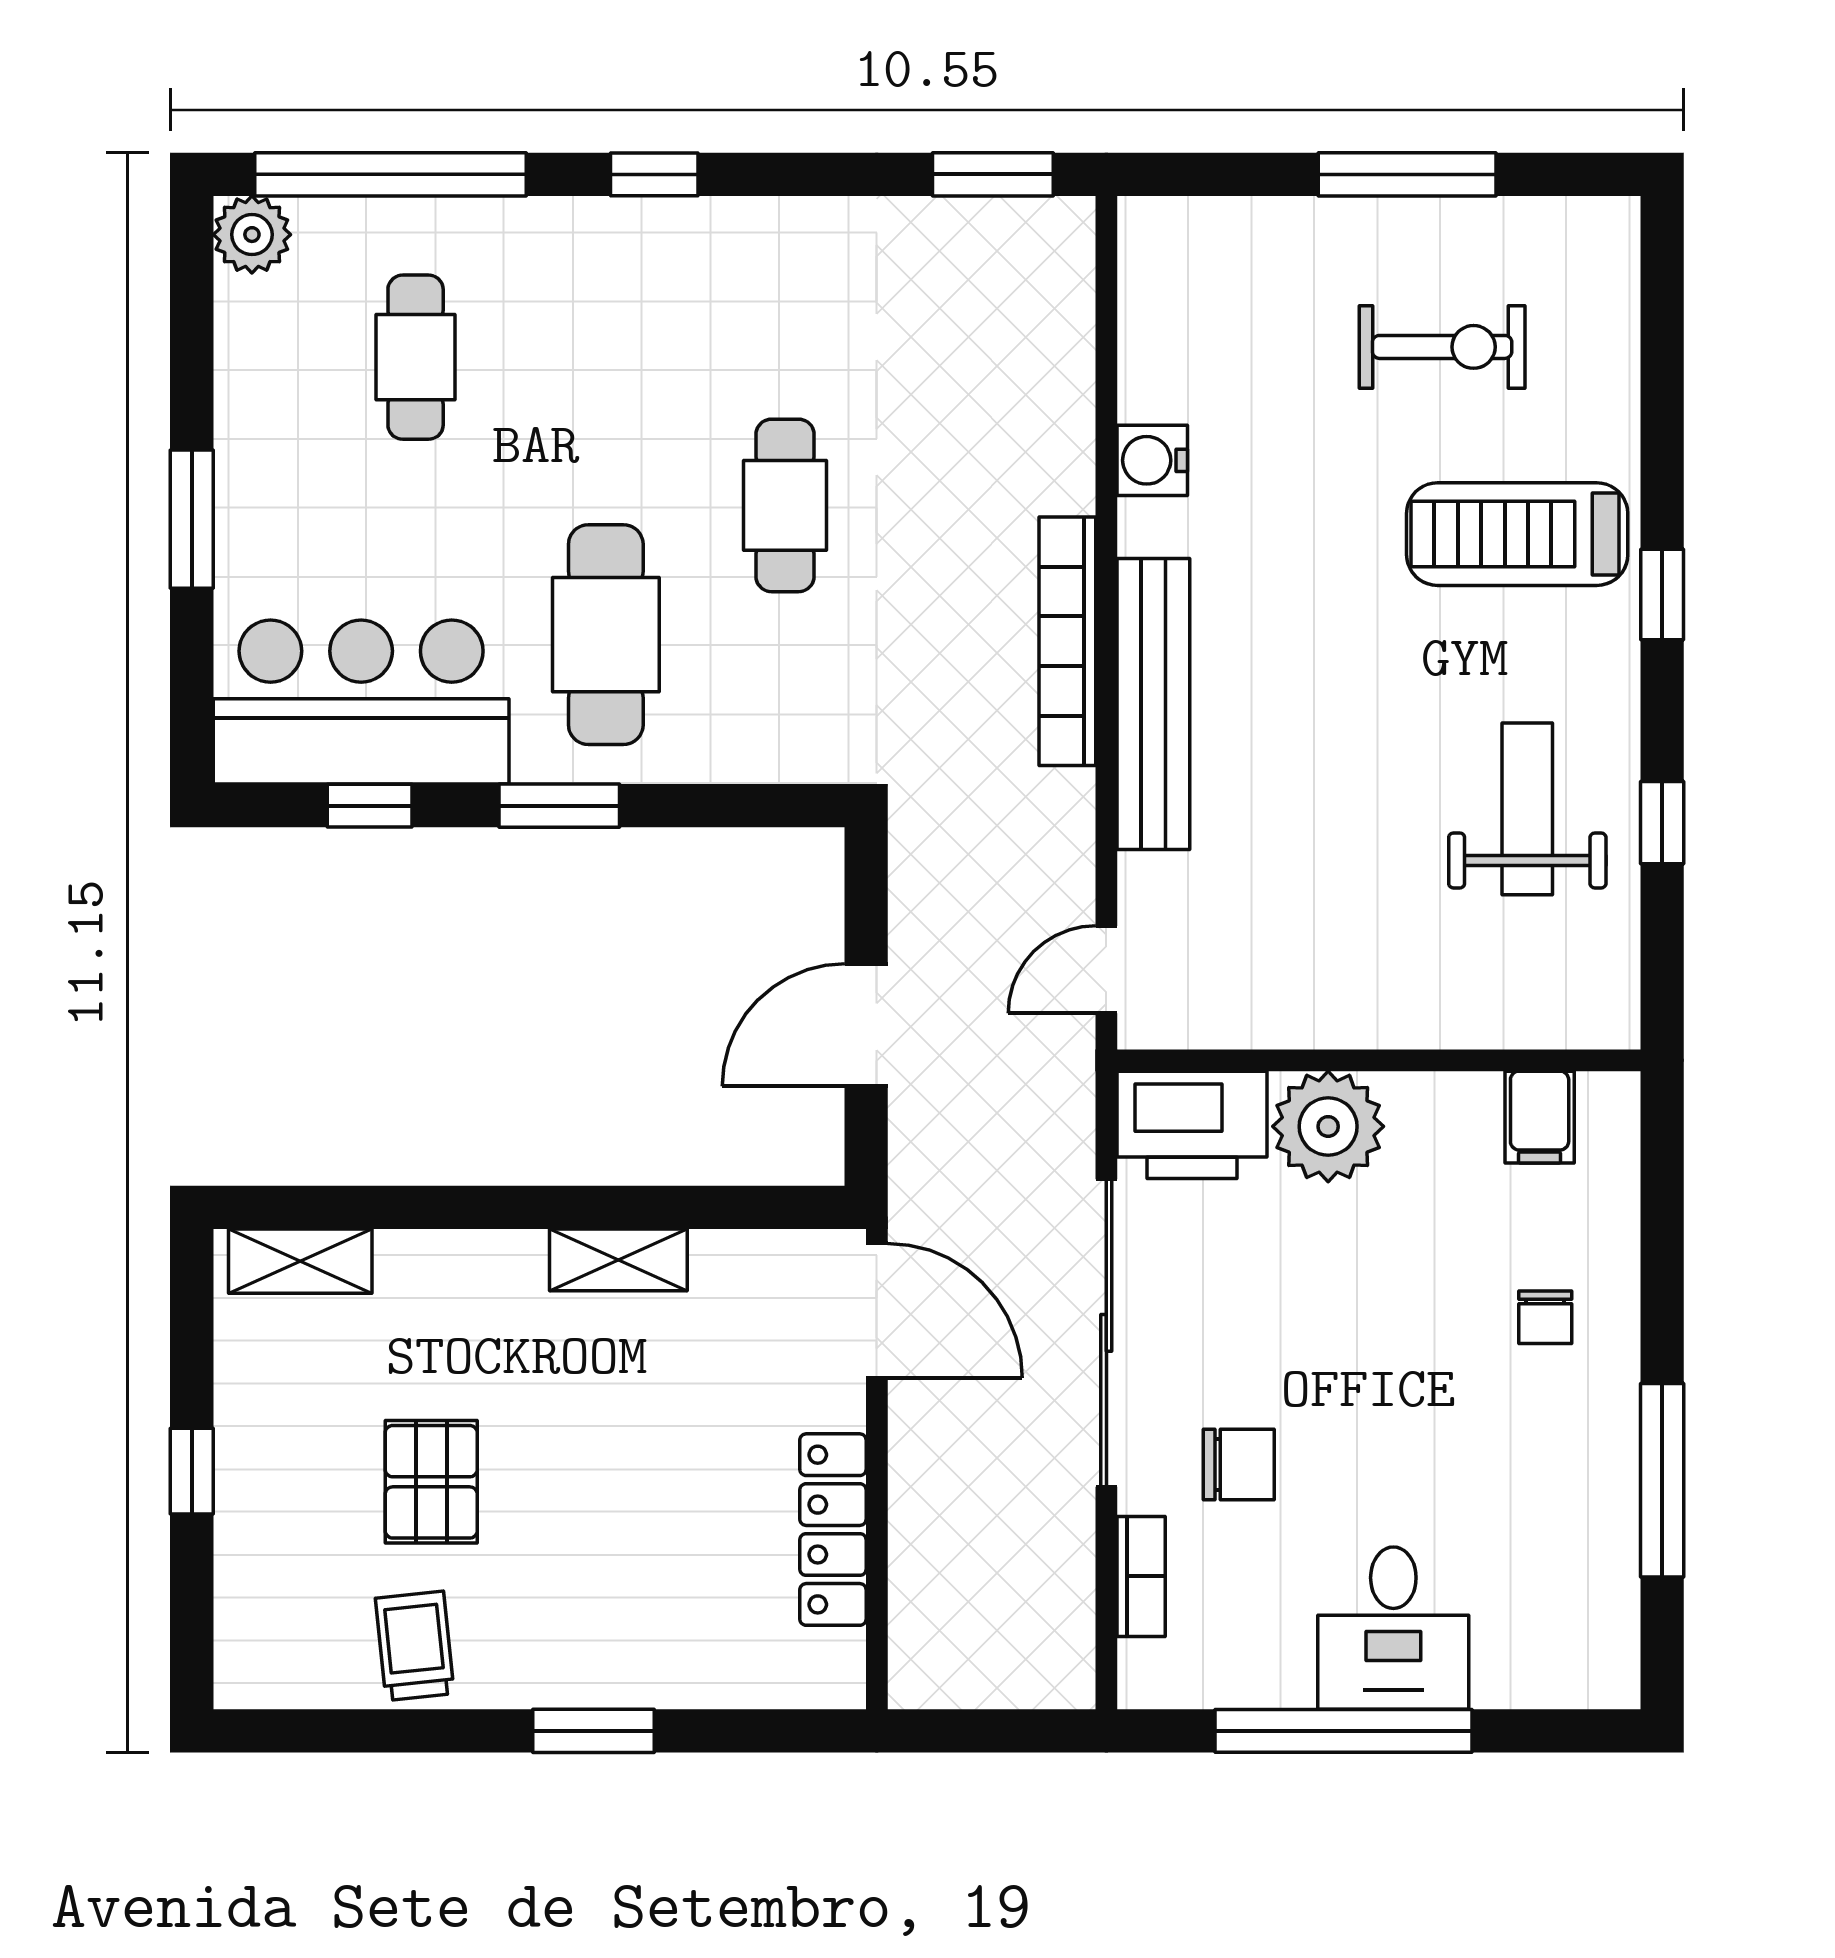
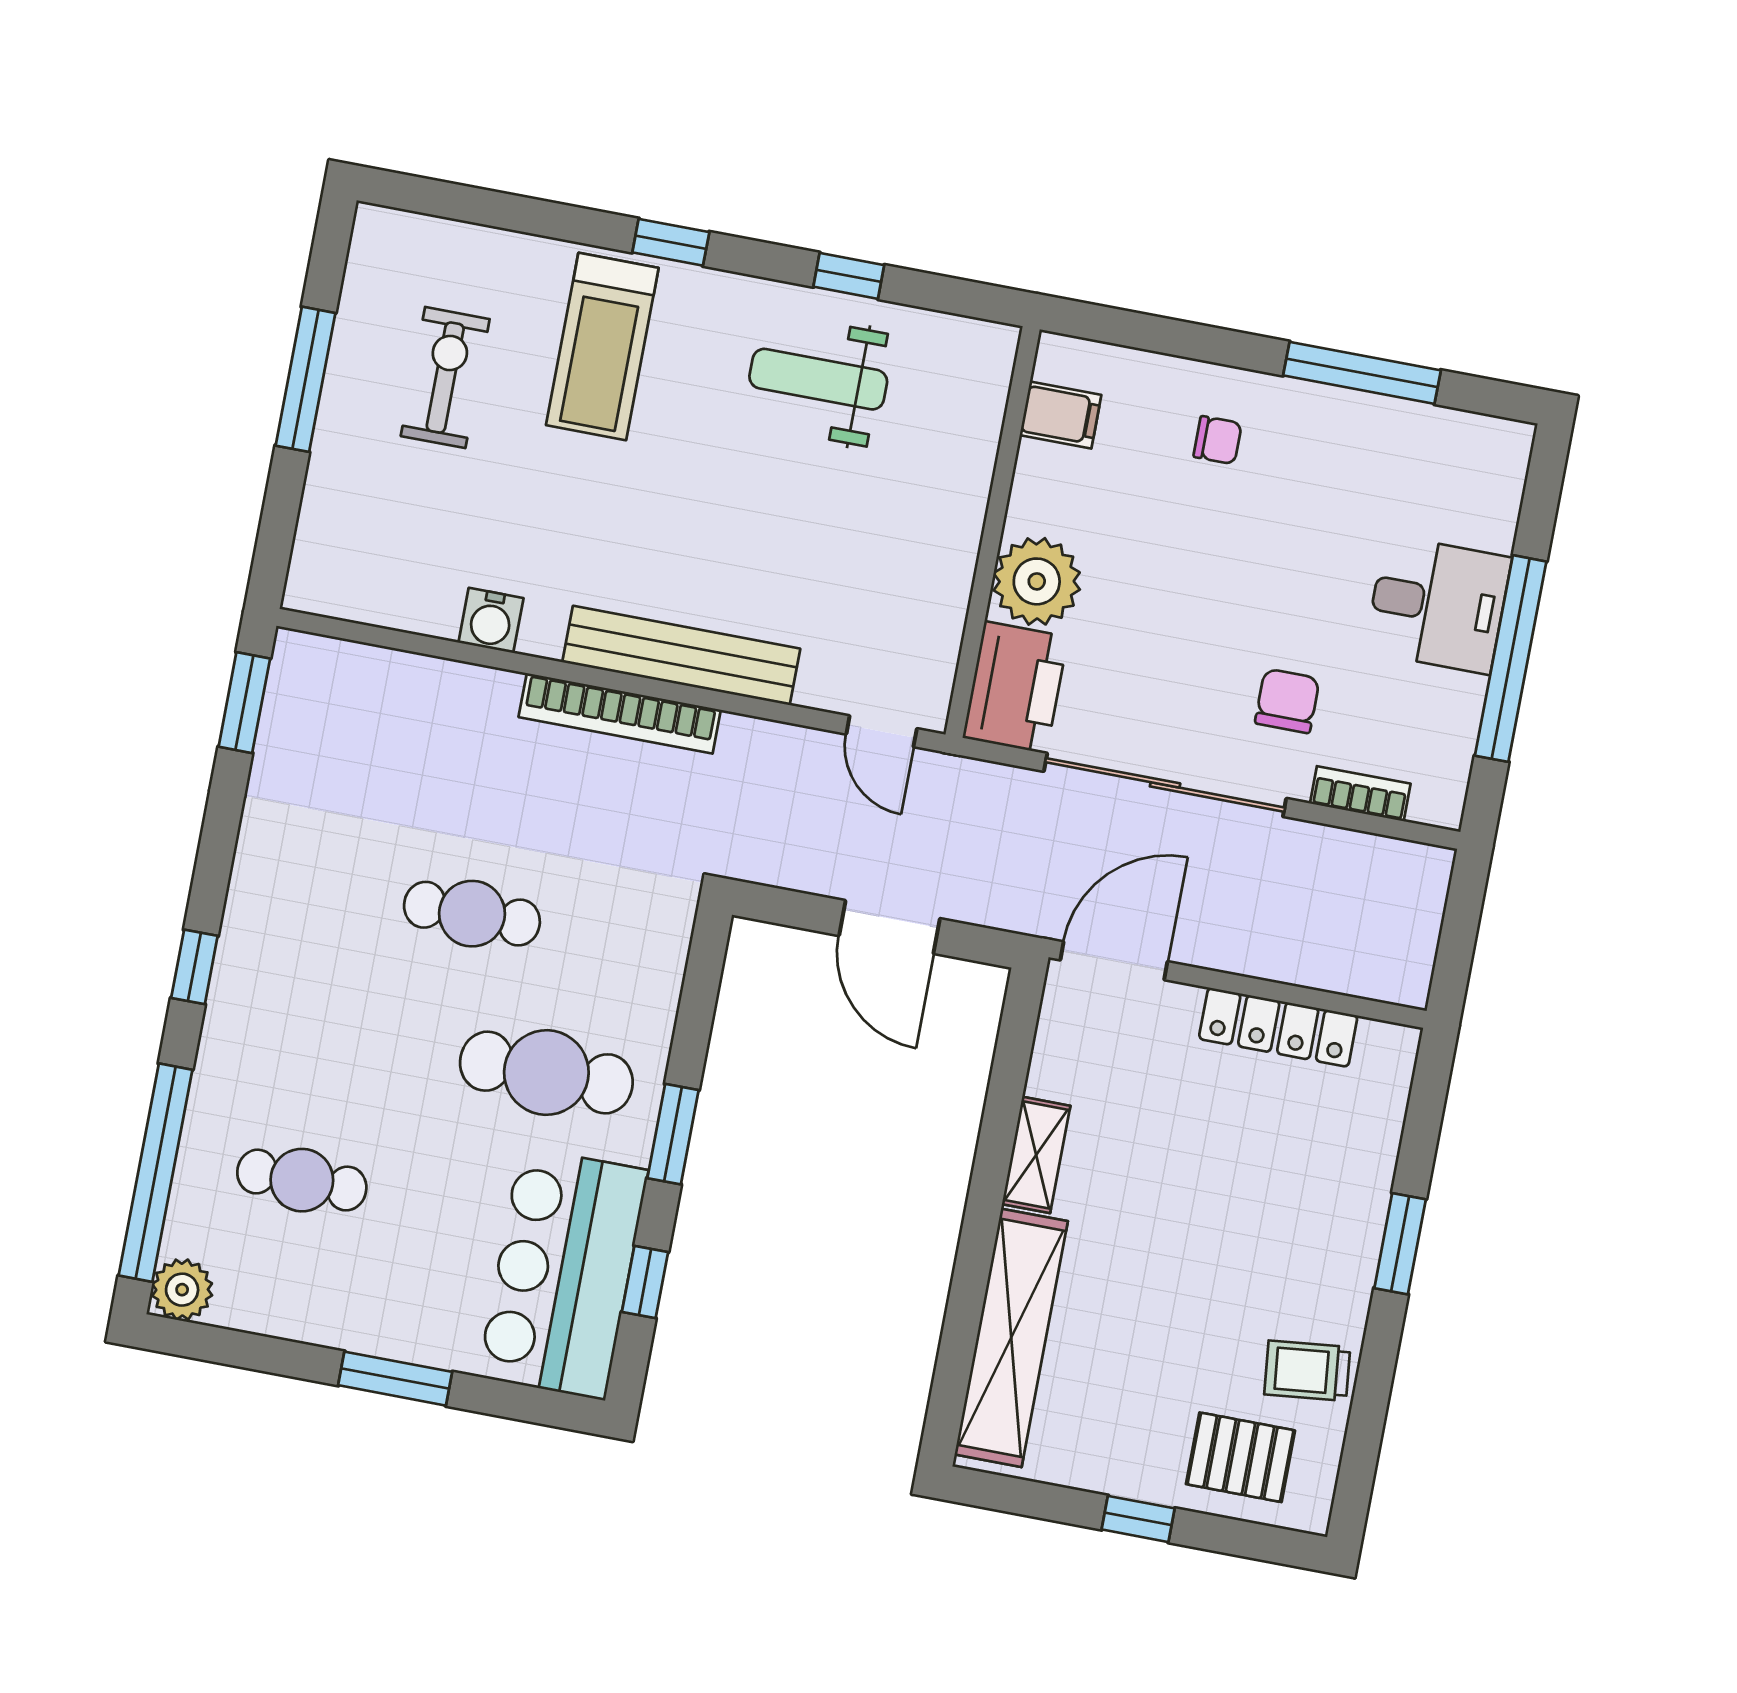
shelving: (300, 1261) -> (1011, 1338), width x2.20, depth x1.33
pallet: (431, 1482) -> (1240, 1457), moved

